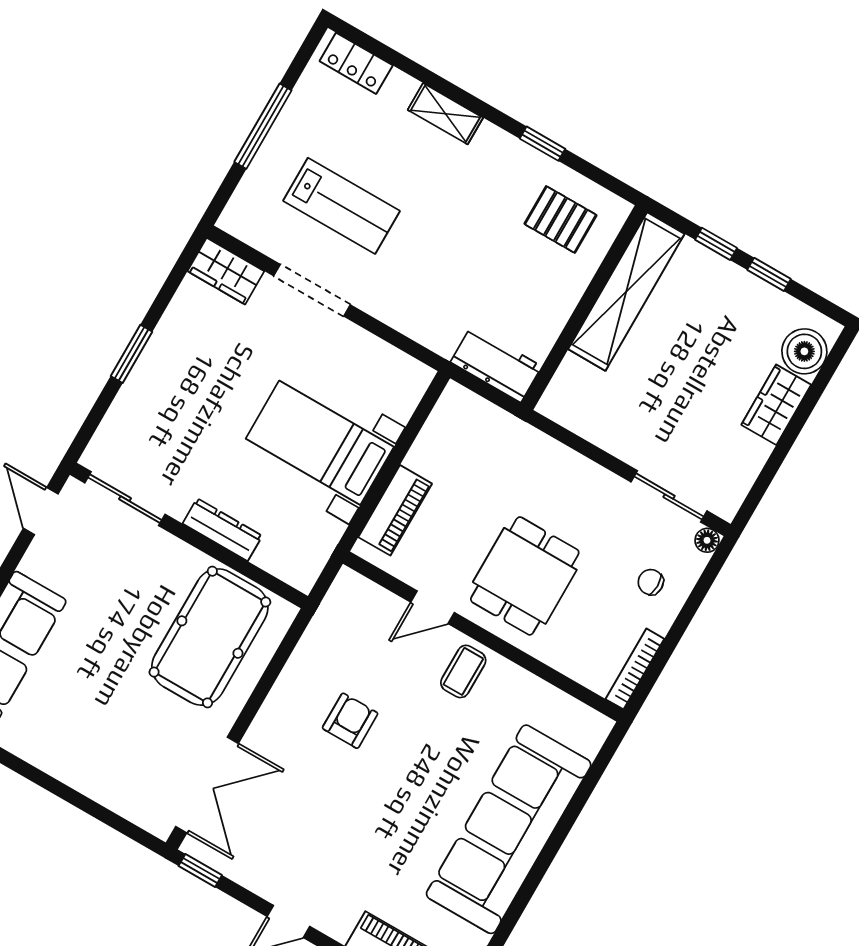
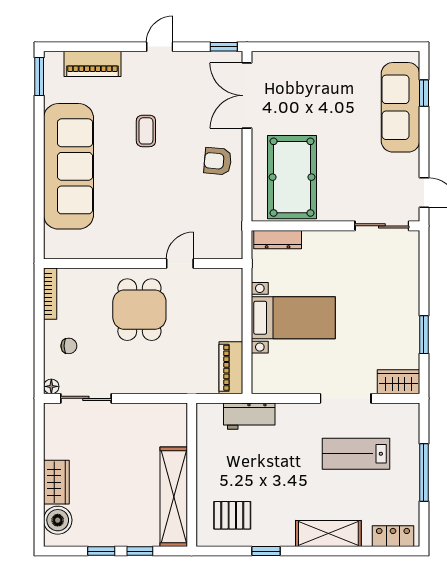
shelving: (445, 114) -> (328, 534), width x1.50, depth x1.33
window: (131, 354) -> (424, 335), moved
workbench: (496, 364) -> (249, 416), moved
piano: (395, 510) -> (231, 368), moved
dresser: (222, 530) -> (278, 240), moved
coffee table: (463, 671) -> (146, 131), moved
armchair: (350, 721) -> (218, 161), moved, turned 95

